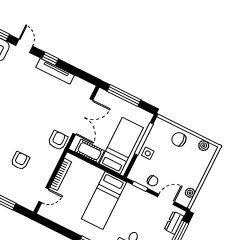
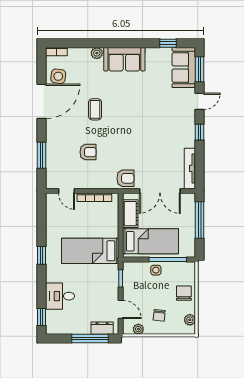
tv unit: (55, 71) -> (190, 168), moved
chair: (153, 181) -> (159, 315), moved

